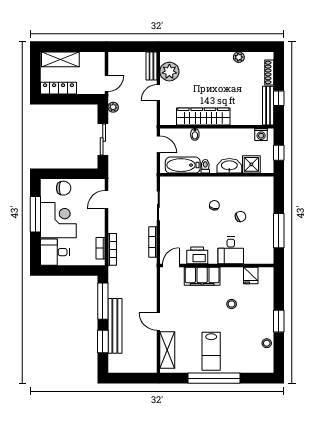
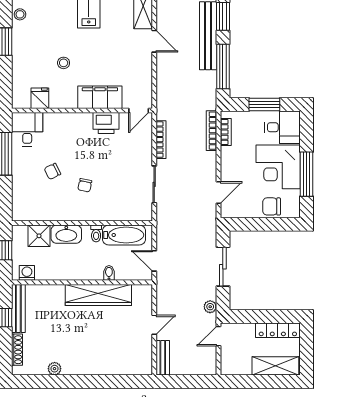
plant: (169, 72) -> (141, 351), removed
desk: (231, 250) -> (27, 129), moved
window: (69, 270) -> (264, 104), added

